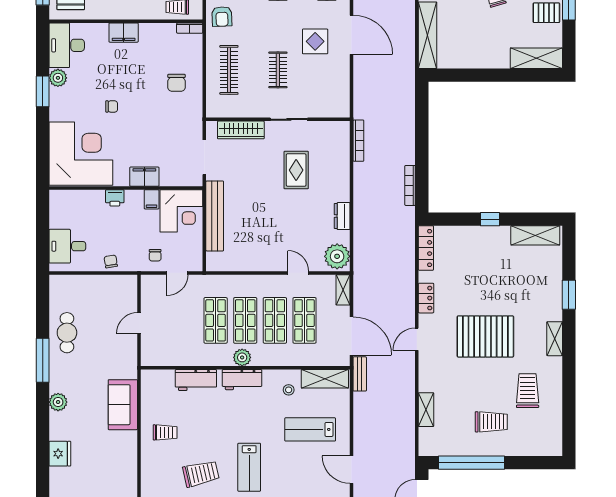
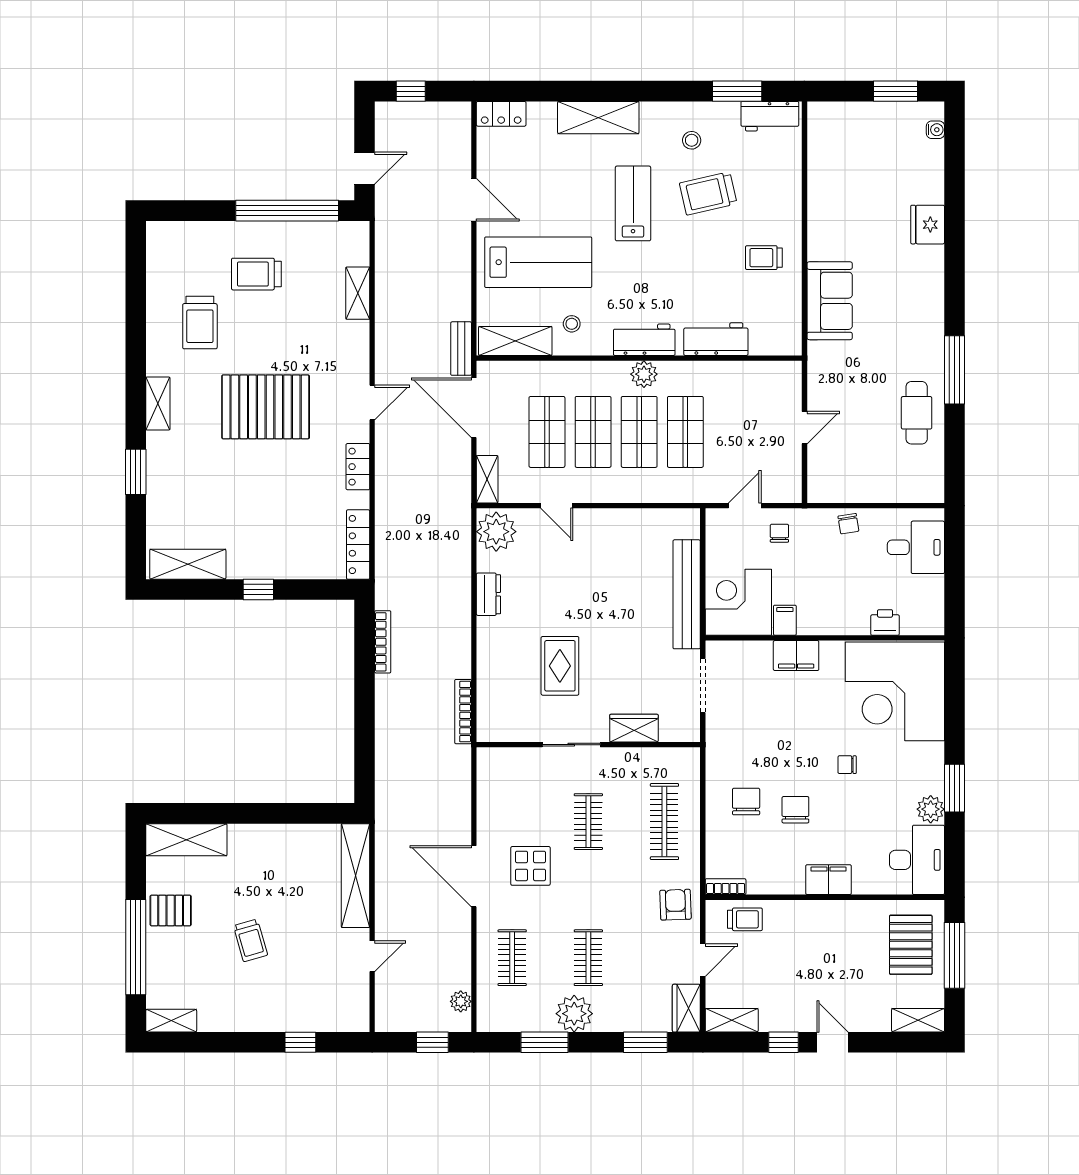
chair: (145, 78) -> (795, 810), added
wardrobe: (241, 130) -> (634, 728), width x0.67
printer: (115, 198) -> (885, 622), moved
plant: (58, 402) -> (930, 305), removed
lab bench: (310, 429) -> (538, 262), width x1.36, depth x1.39

